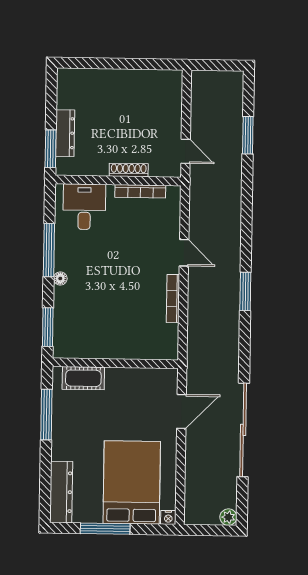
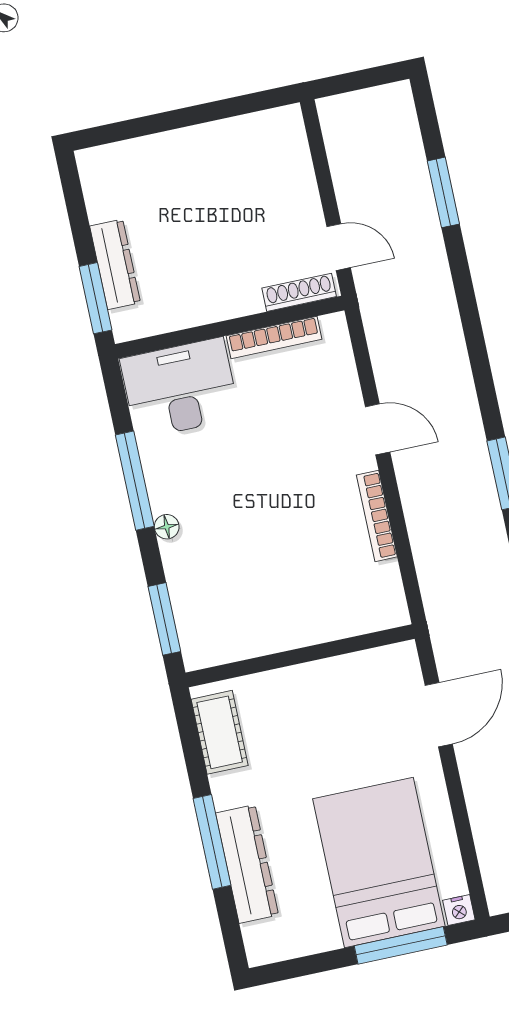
shoe rack: (129, 170) -> (299, 292), moved
desk: (84, 207) -> (180, 388), width x1.37
cot: (83, 378) -> (220, 732), moved, turned 90
window: (46, 415) -> (212, 842), moved
dresser: (61, 492) -> (247, 864), moved
window: (105, 529) -> (401, 945), moved

